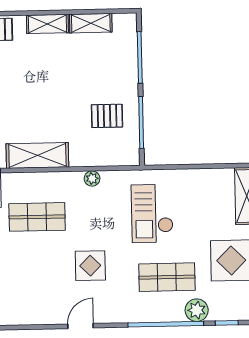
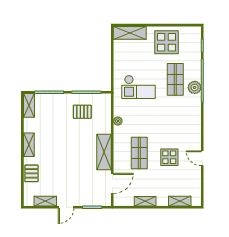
shelving: (91, 23) -> (29, 105), moved
pallet: (107, 116) -> (82, 112), turned 90
display table: (90, 266) -> (169, 157), moved
plant: (197, 310) -> (195, 87), moved
door: (80, 326) -> (202, 158), moved

